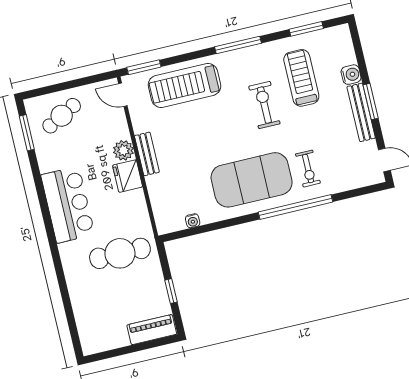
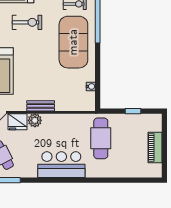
exercise bike: (264, 105) -> (27, 22), turned 180
fridge: (128, 176) -> (18, 122), moved
piano: (152, 330) -> (155, 148), moved

